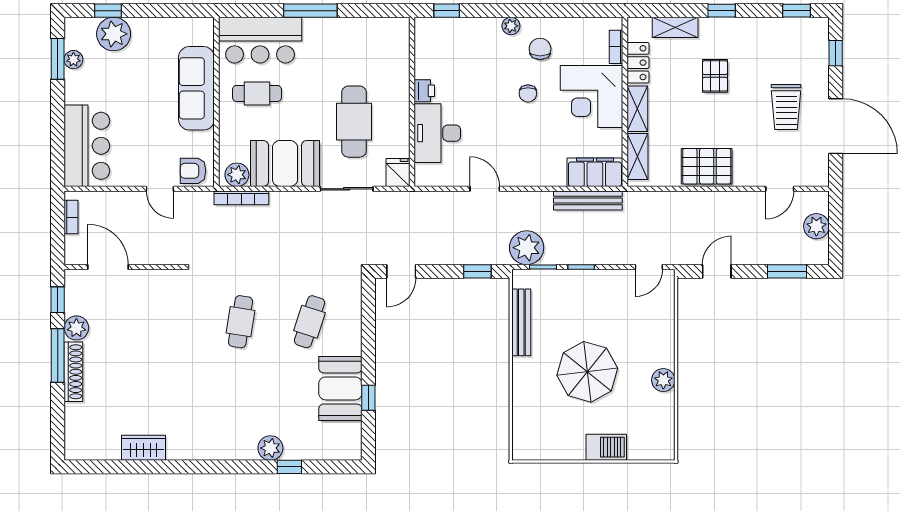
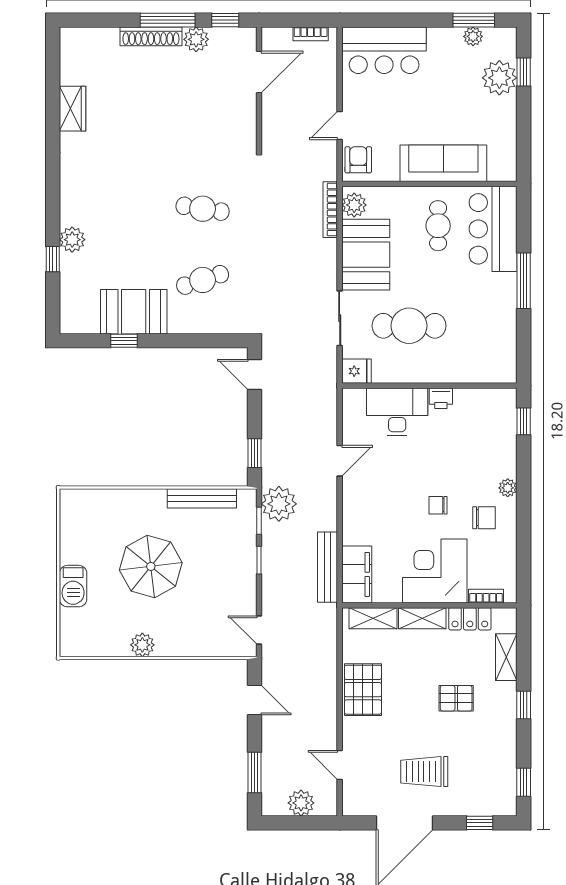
cafe table: (310, 322) -> (203, 280), turned -36

